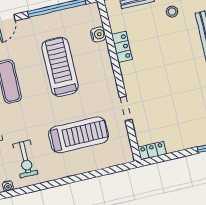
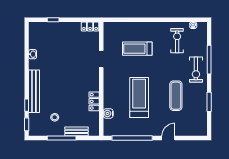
treadmill: (60, 67) -> (139, 98), turned 180
treadmill: (79, 135) -> (137, 49), width x0.73, depth x0.73

